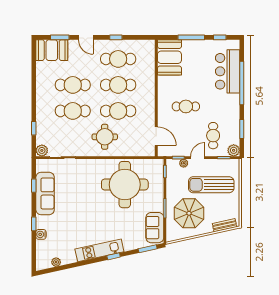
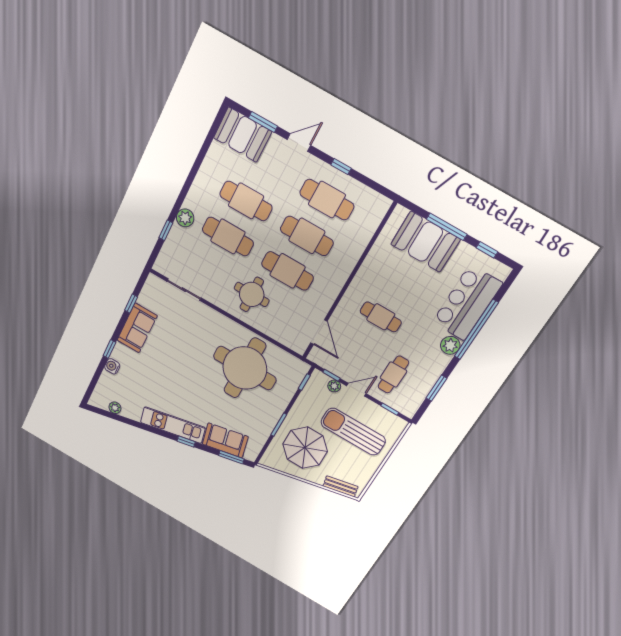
door: (86, 37) -> (299, 143), swing flipped
booth: (169, 57) -> (425, 242), moved, turned 90
plant: (42, 150) -> (185, 218), moved
plant: (234, 150) -> (450, 345), moved
sofa: (45, 193) -> (137, 328), width x0.73
sofa: (155, 228) -> (225, 440), moved, turned 78

